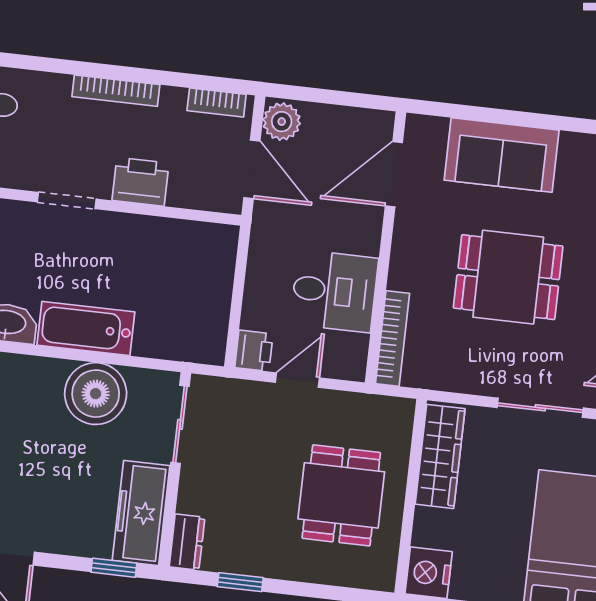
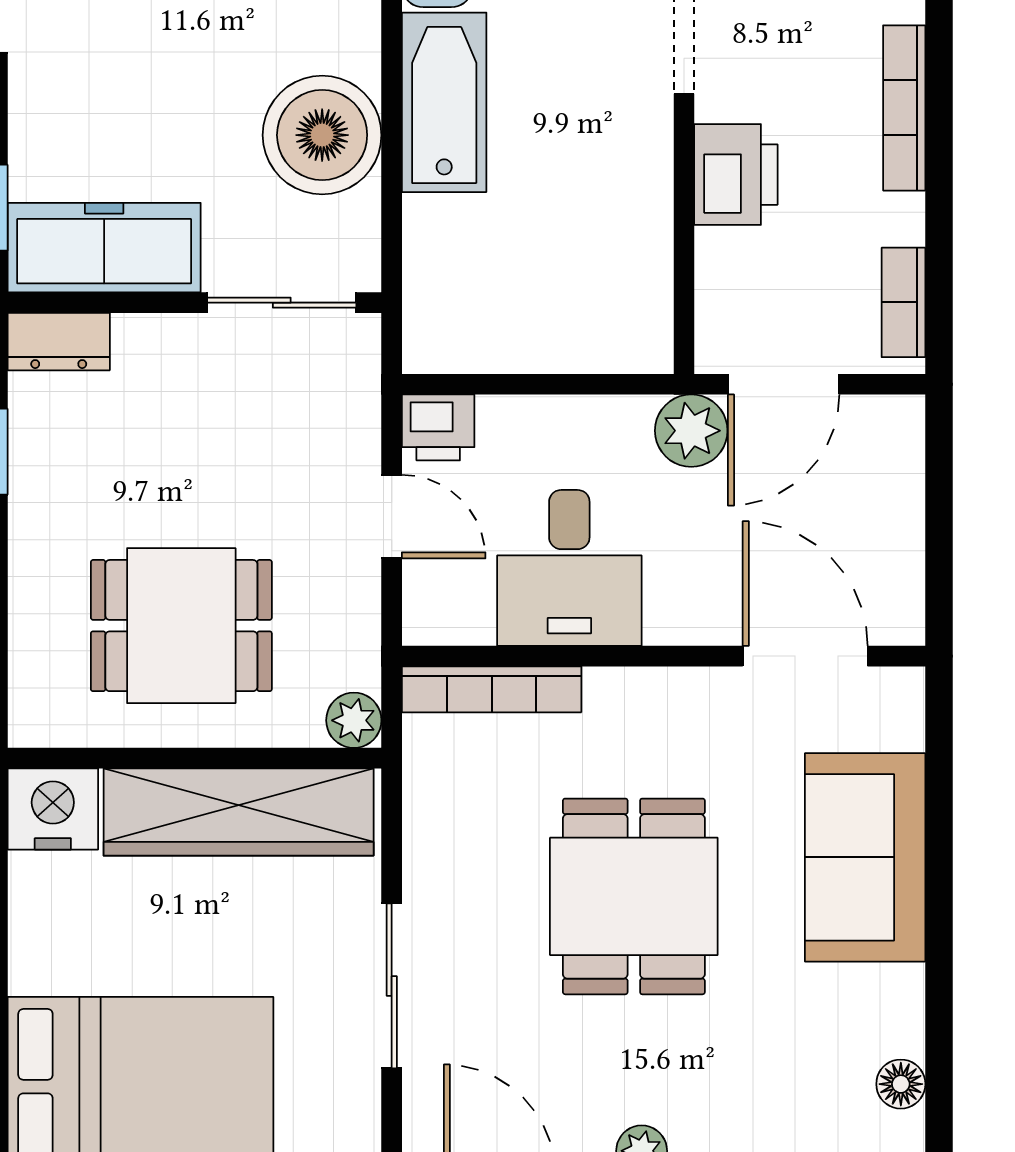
plant: (282, 122) -> (691, 431), moved
plant: (400, 412) -> (354, 720), added
wardrobe: (440, 456) -> (239, 812), width x1.40, depth x1.17

